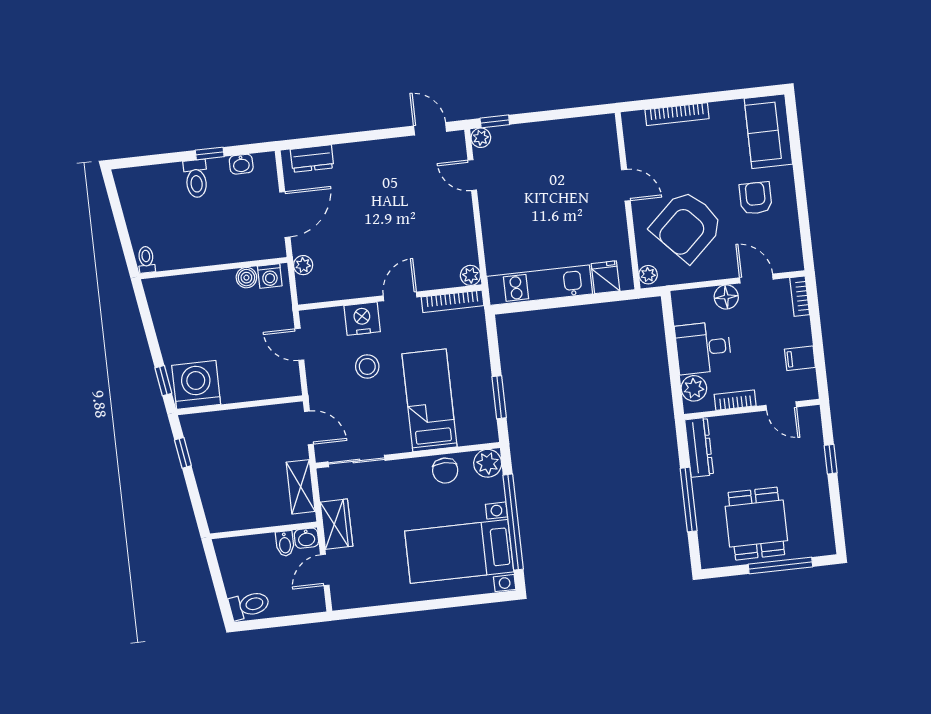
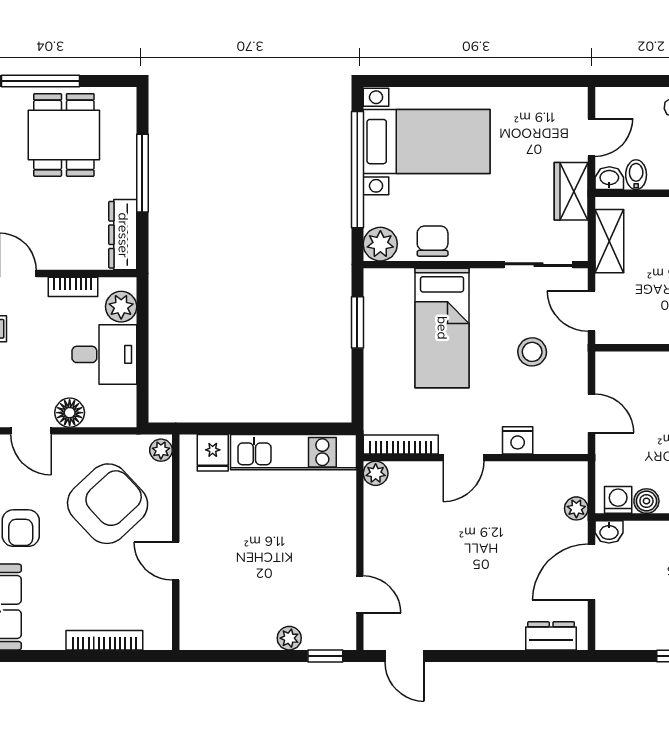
plant: (481, 138) -> (289, 638), moved
washbasin: (241, 164) -> (609, 532), moved, turned 180
nightstand: (362, 319) -> (518, 440), width x0.74, depth x0.75
stool: (367, 366) -> (532, 352), moved

